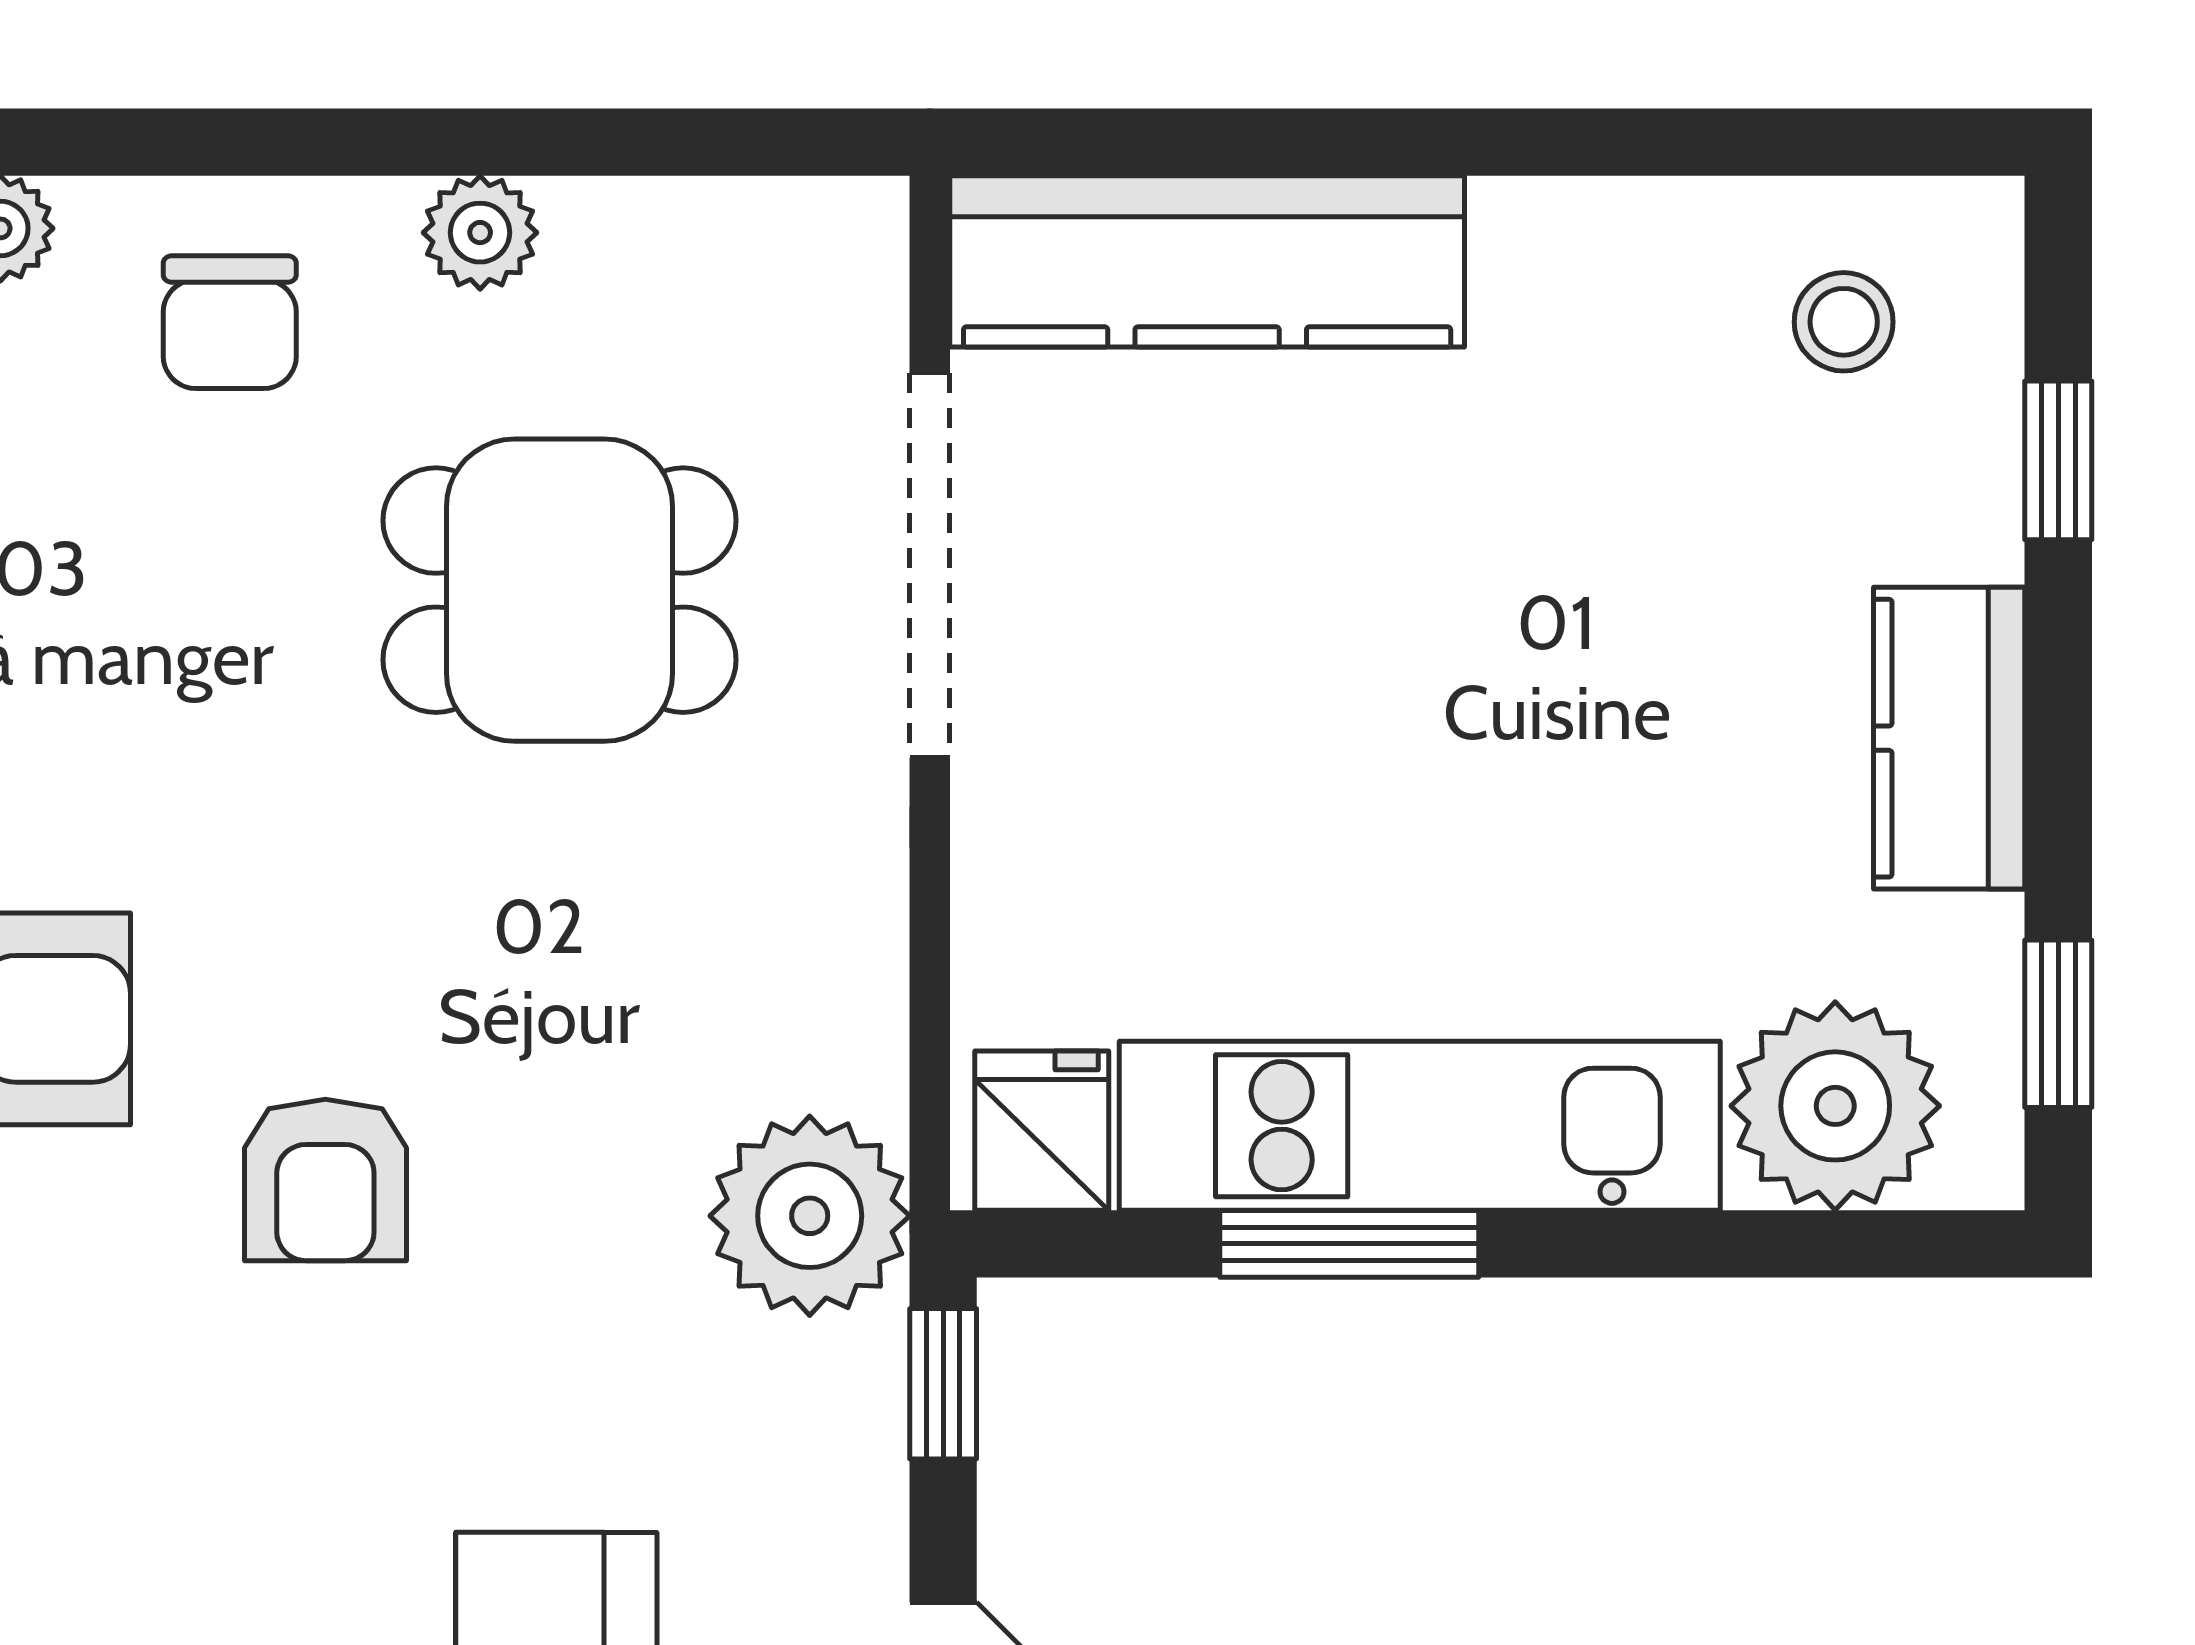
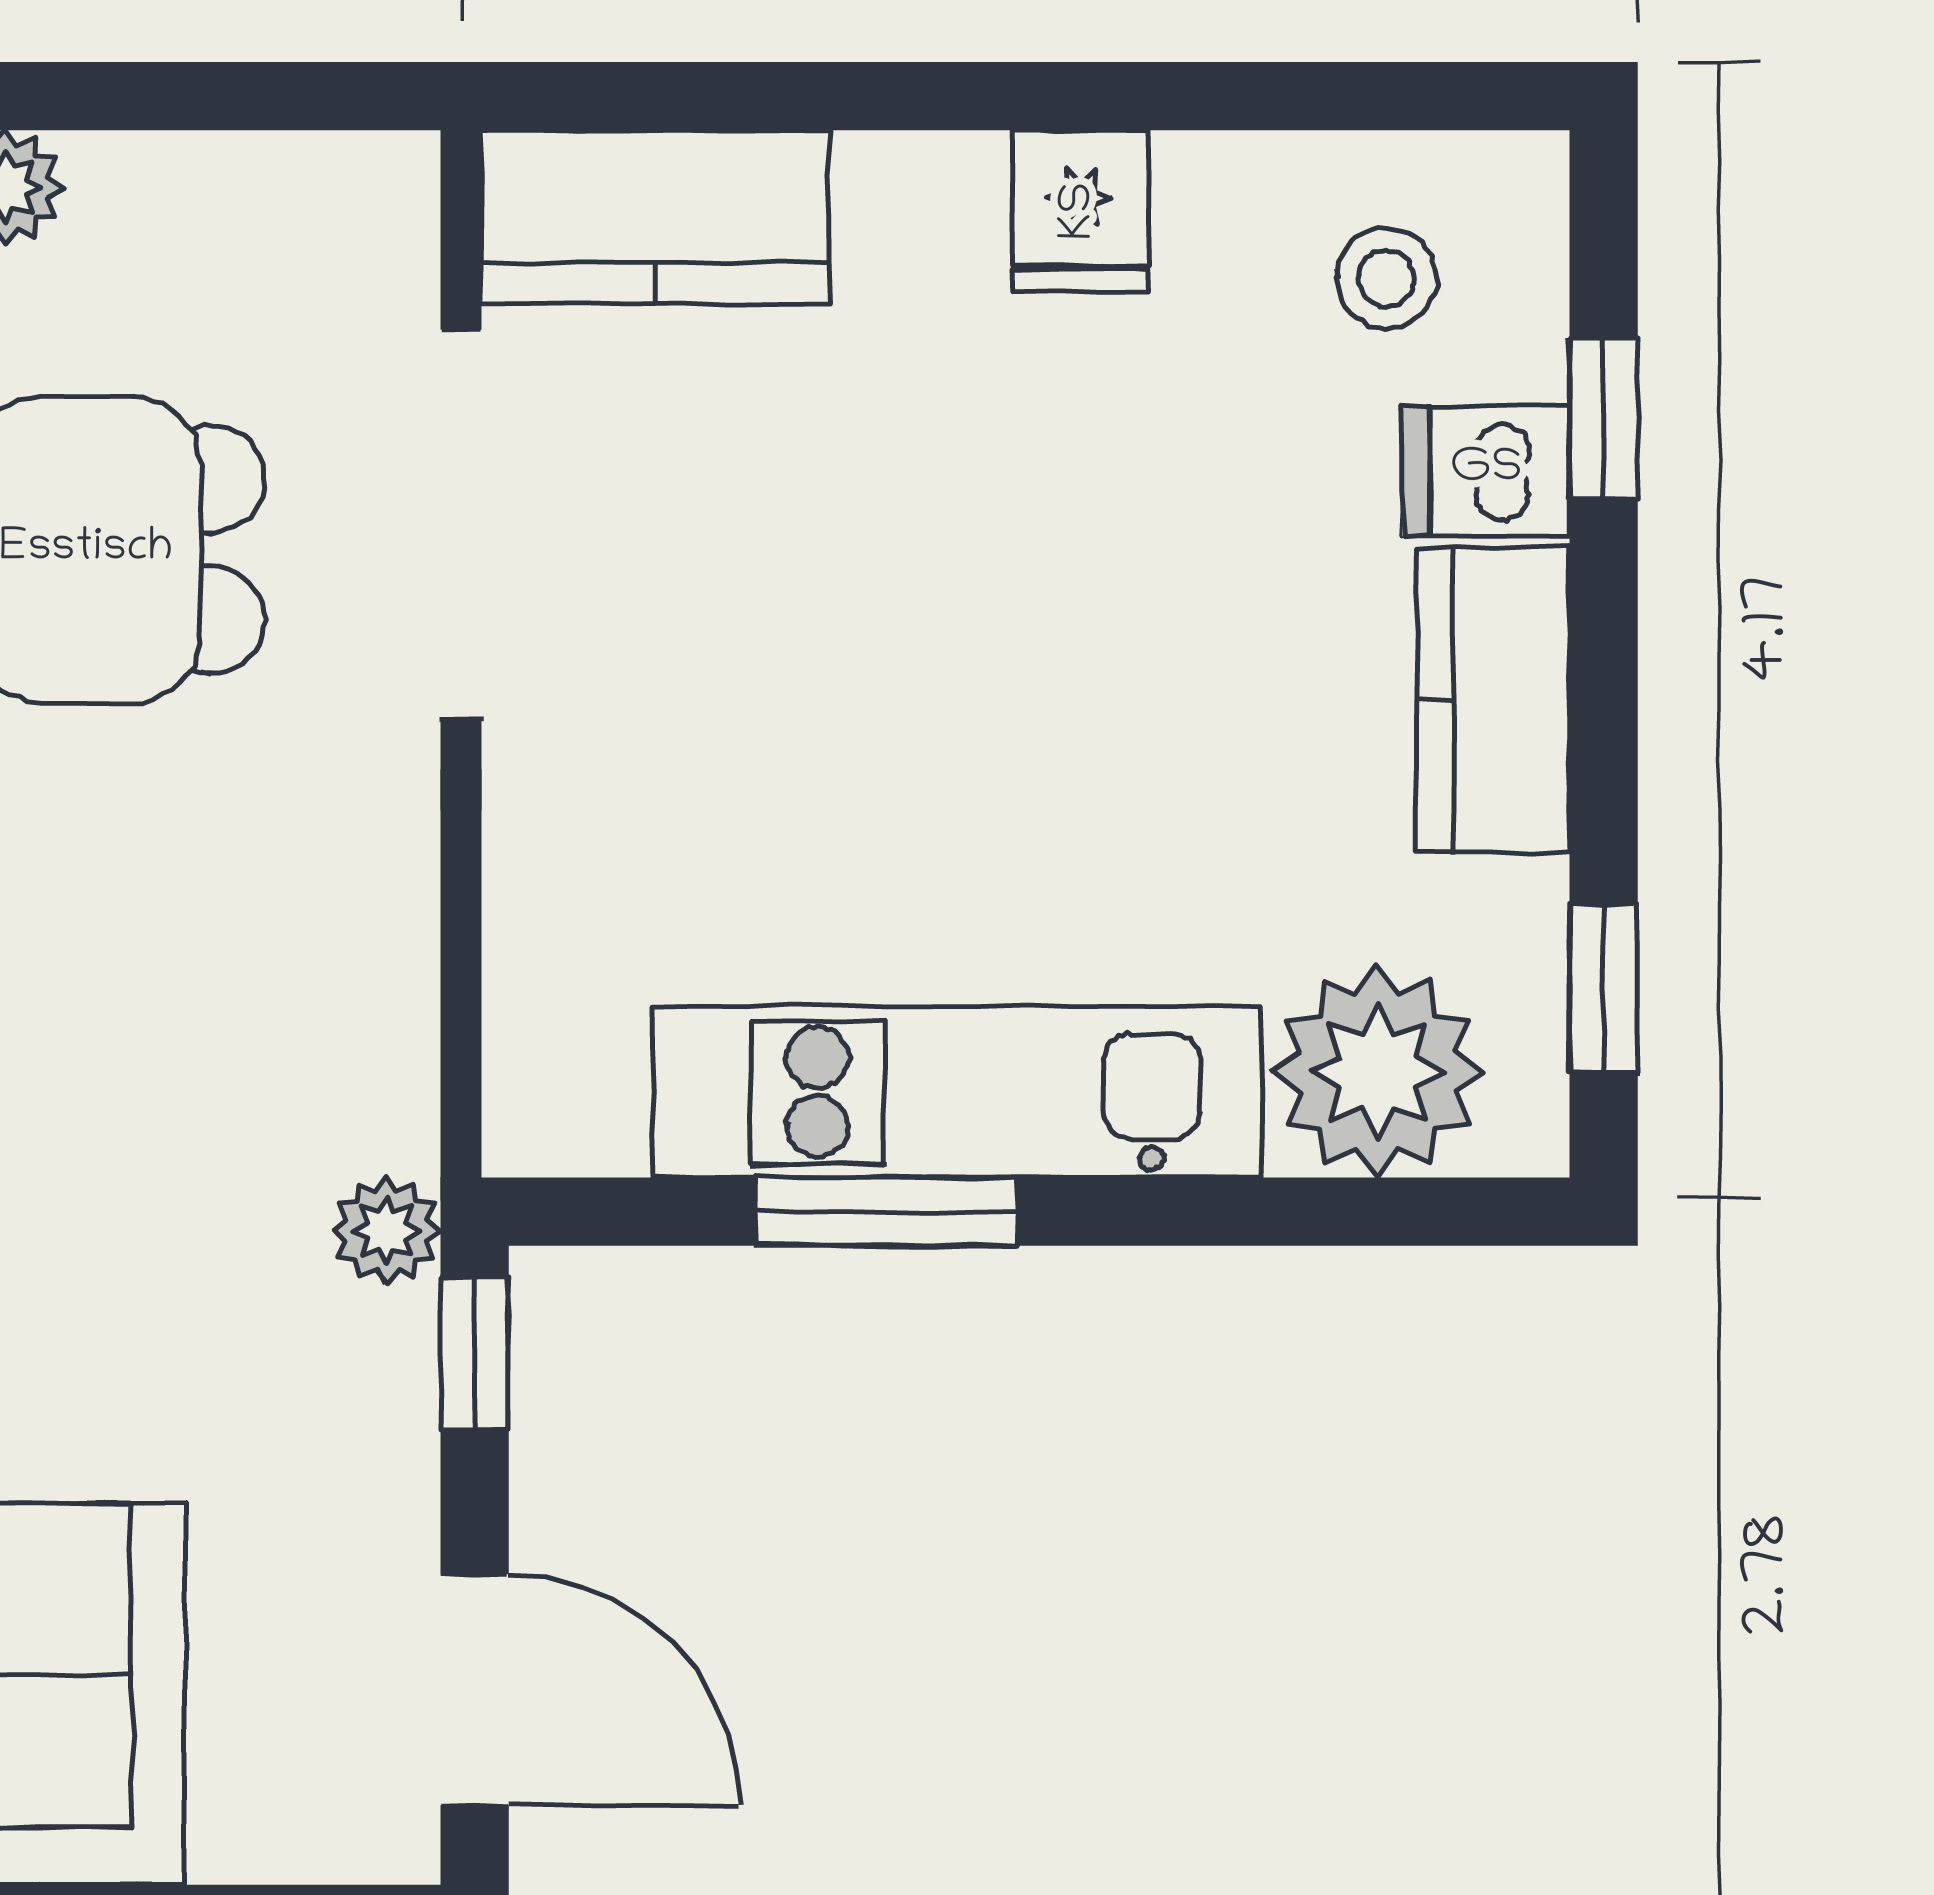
kitchen counter: (1207, 261) -> (655, 217), width x0.67
dishwasher: (1942, 512) -> (1486, 471), added
fridge: (1042, 1131) -> (1081, 211), moved, turned 180
plant: (810, 1216) -> (387, 1230), width x0.53, depth x0.53

